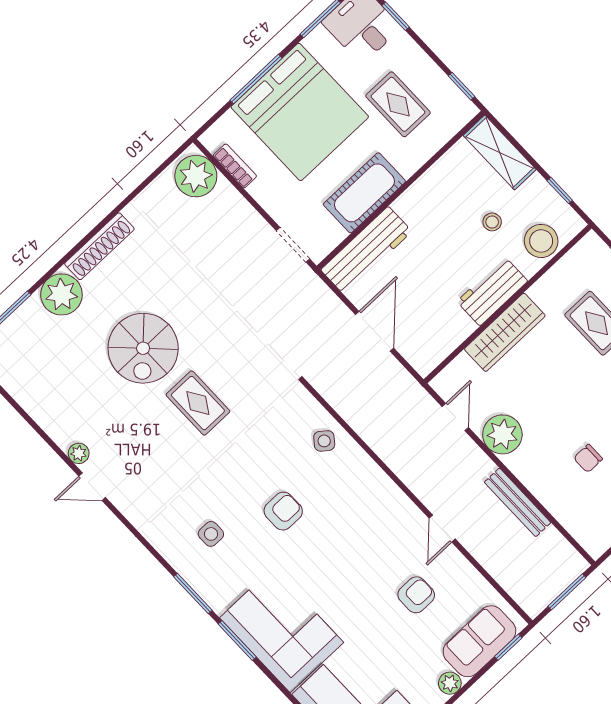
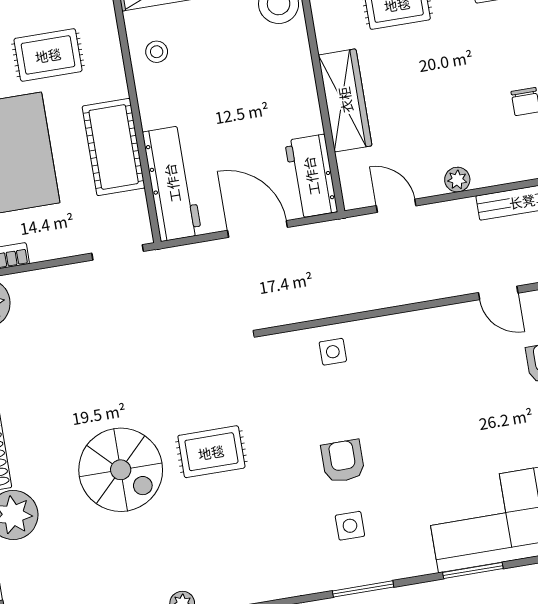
stool: (492, 222) -> (157, 52), moved
workbench: (492, 291) -> (311, 176), moved
plant: (502, 434) -> (457, 180), width x0.53, depth x0.53
side table: (324, 441) -> (333, 352), turned -38
armchair: (283, 511) -> (343, 461), moved
window: (193, 594) -> (363, 589), moved

